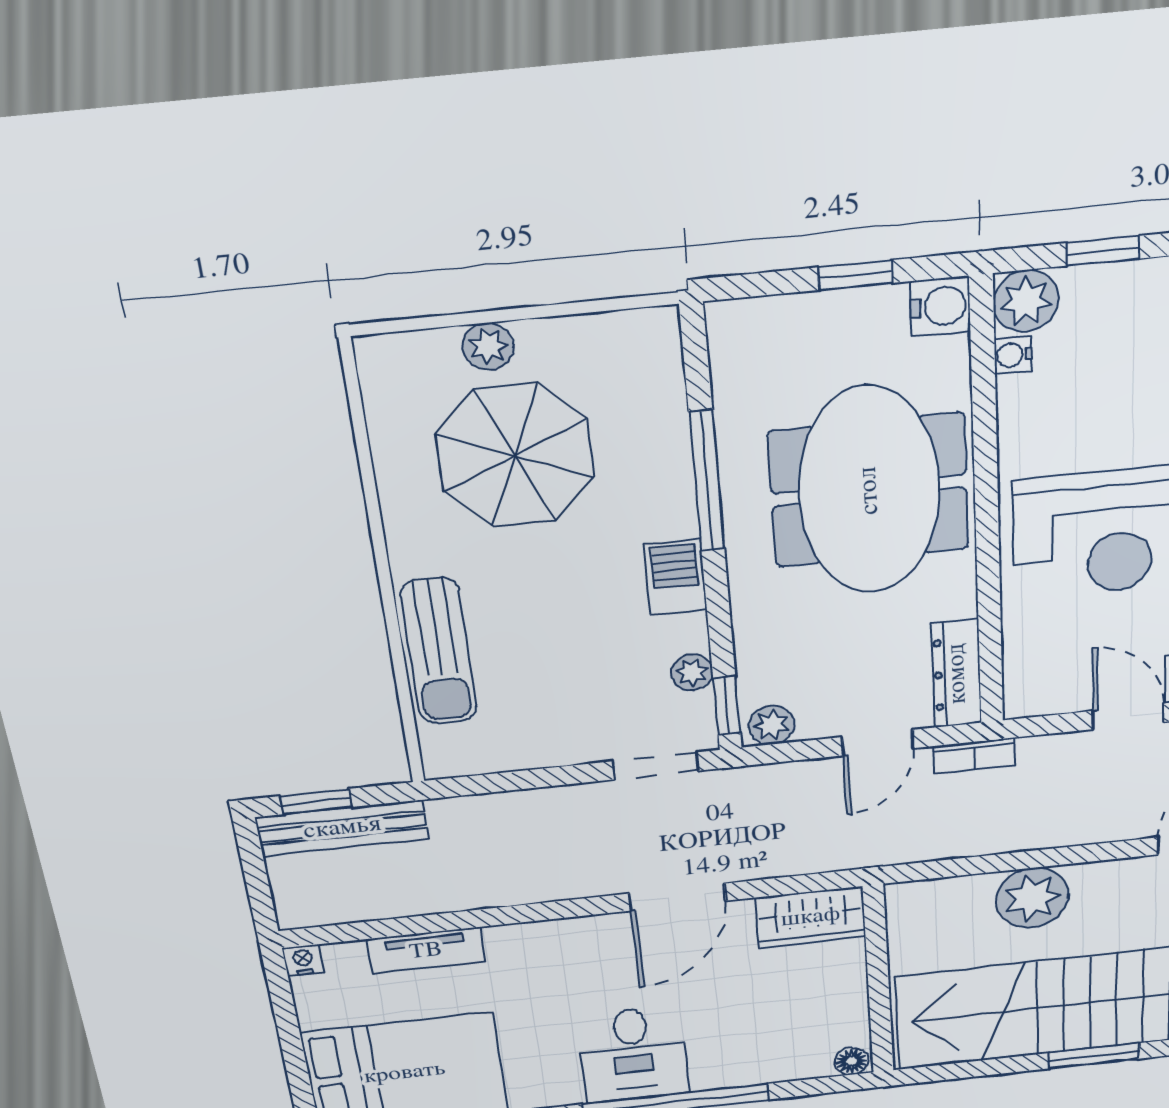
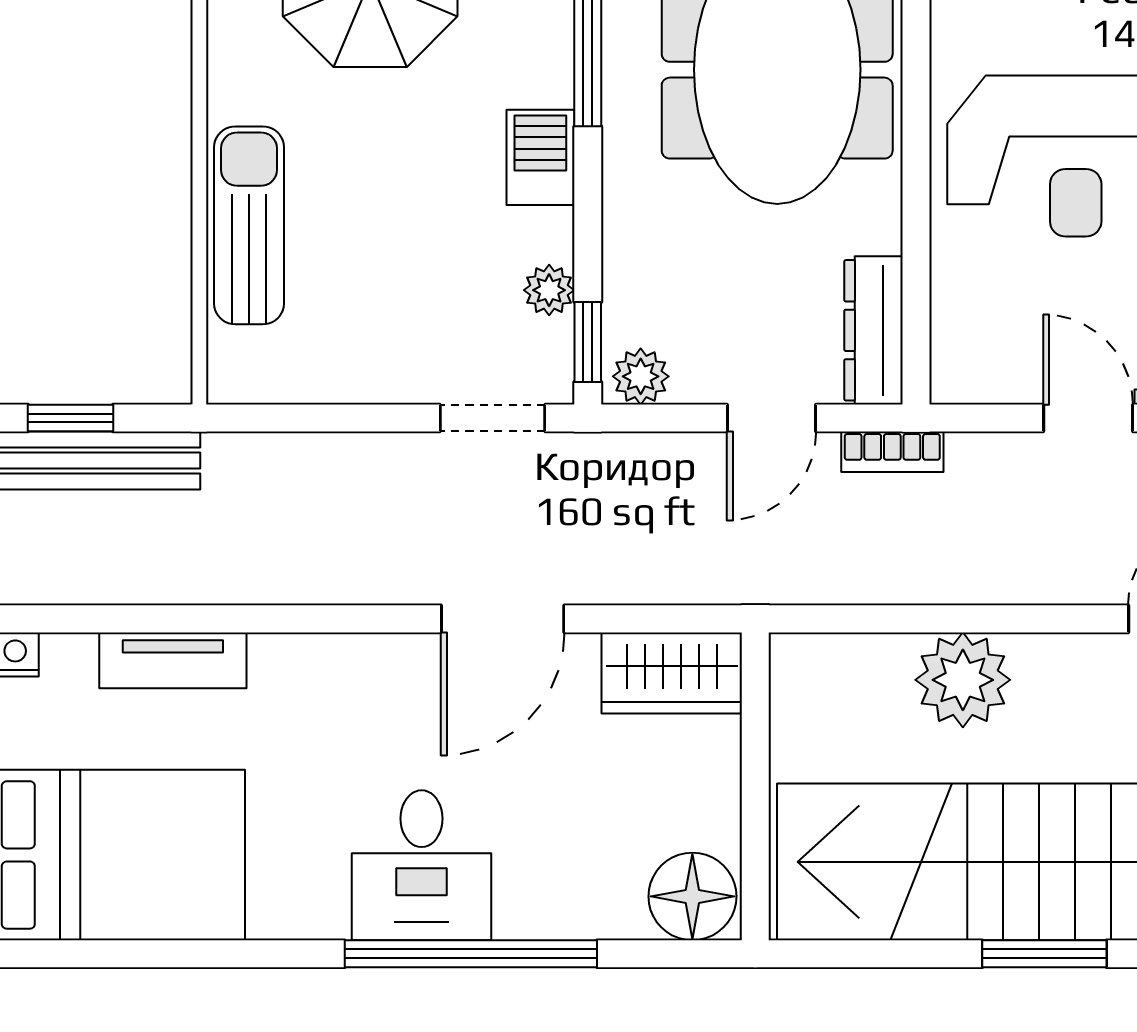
sun lounger: (439, 652) -> (249, 225), turned 180
floor lamp: (852, 1061) -> (692, 896), width x1.89, depth x1.89

